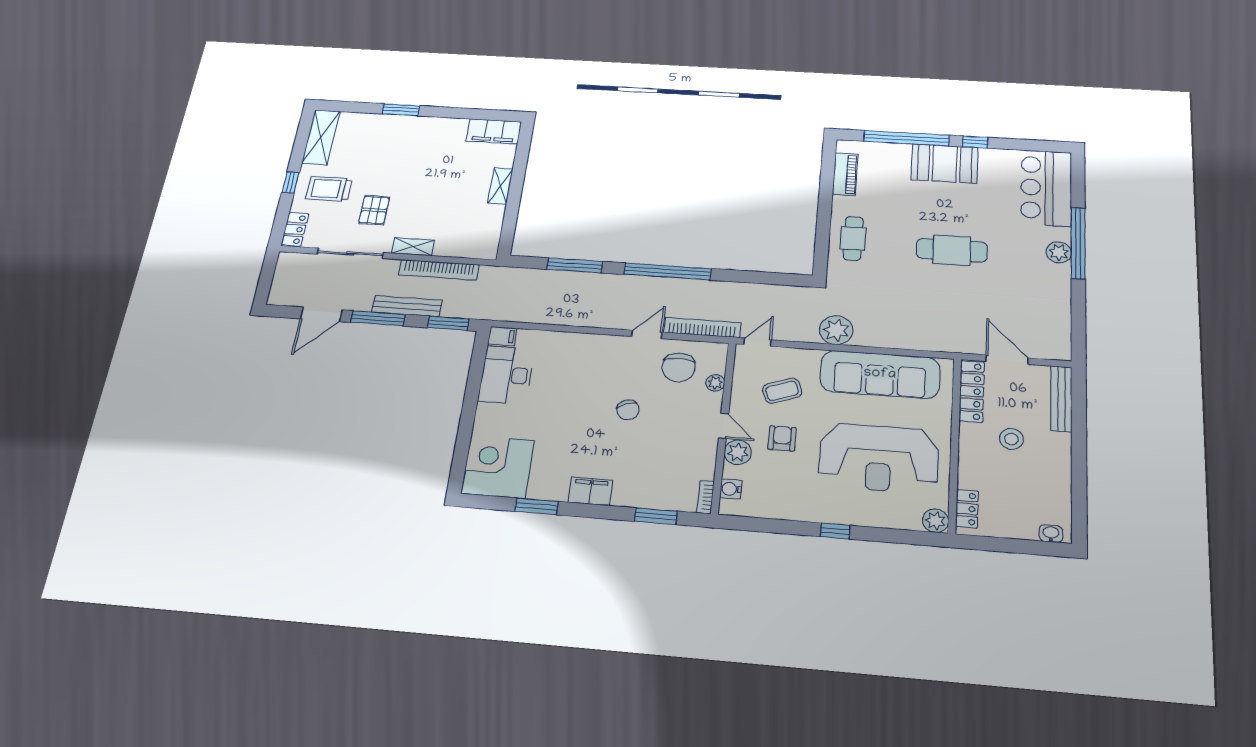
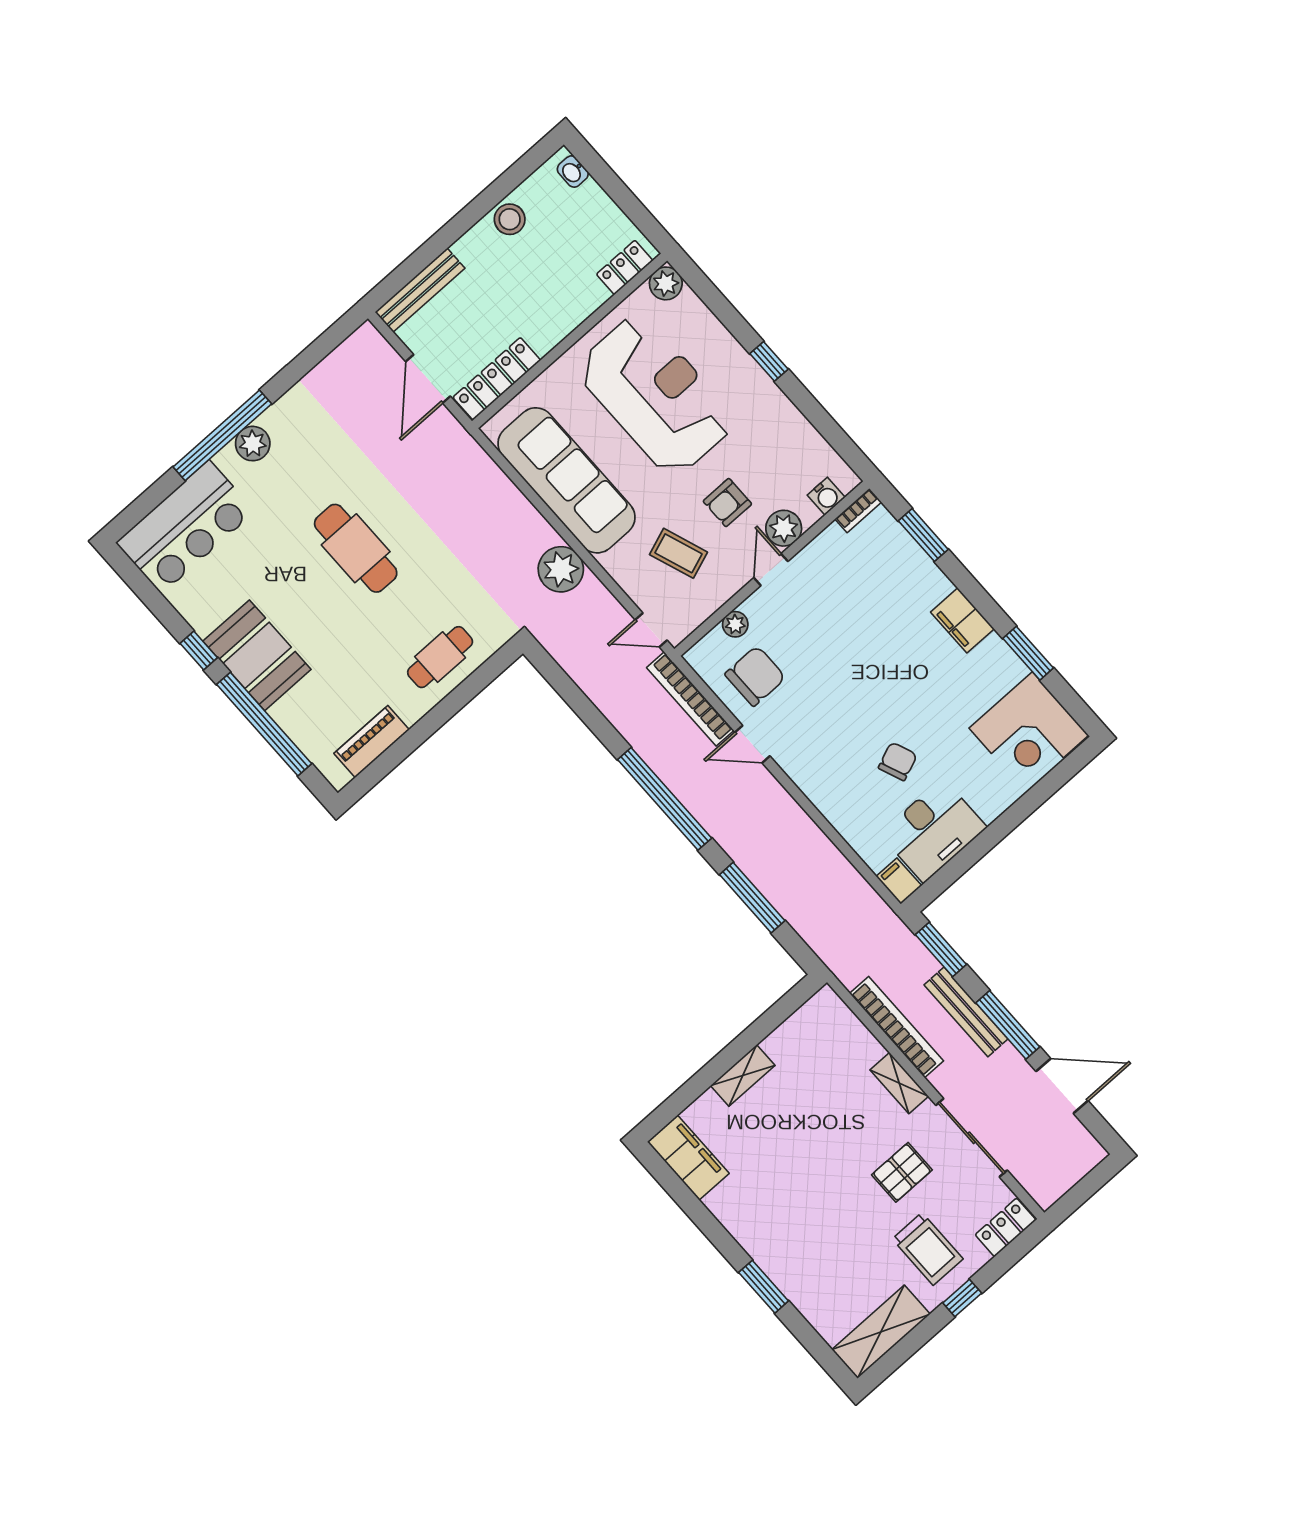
chair: (628, 410) -> (898, 761), moved
stool: (1011, 439) -> (510, 219), moved

